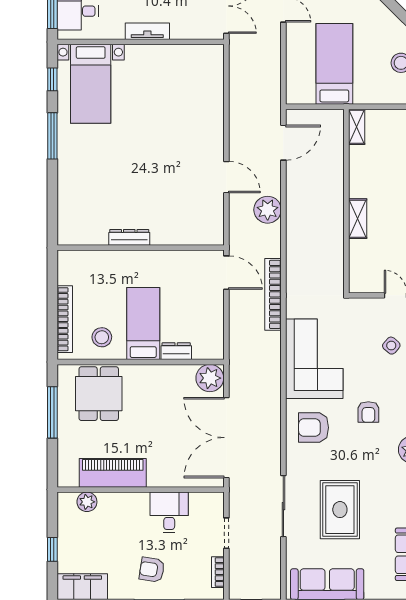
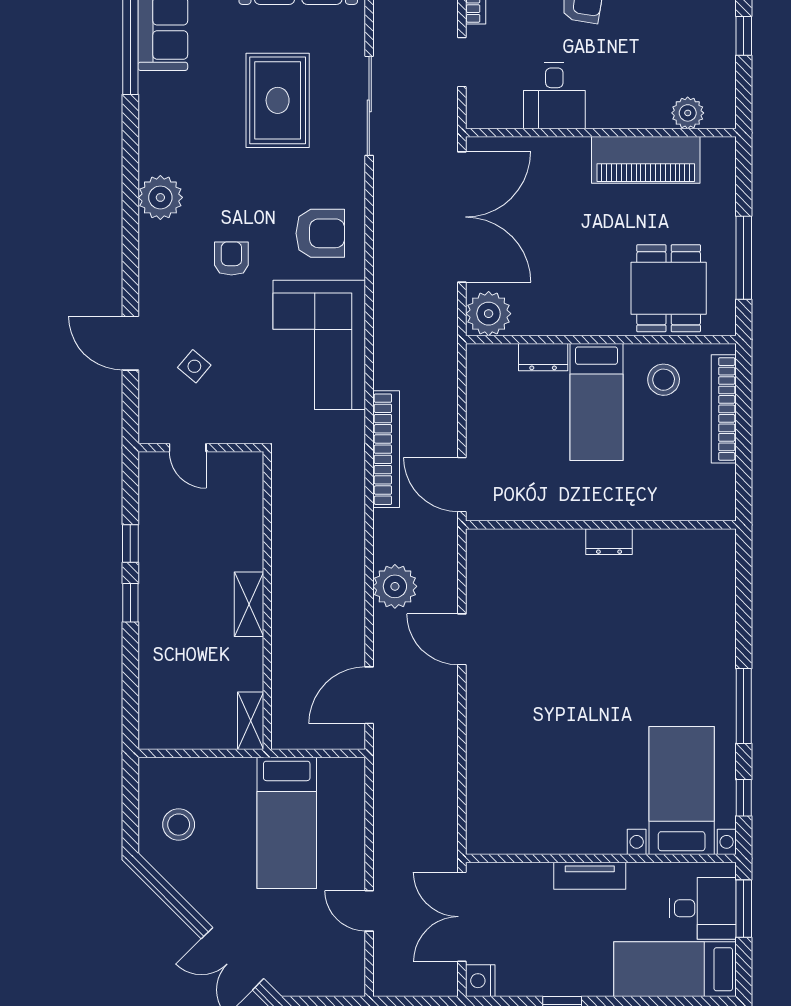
shelving: (358, 219) -> (249, 604), moved
dresser: (129, 237) -> (609, 542), width x0.70

